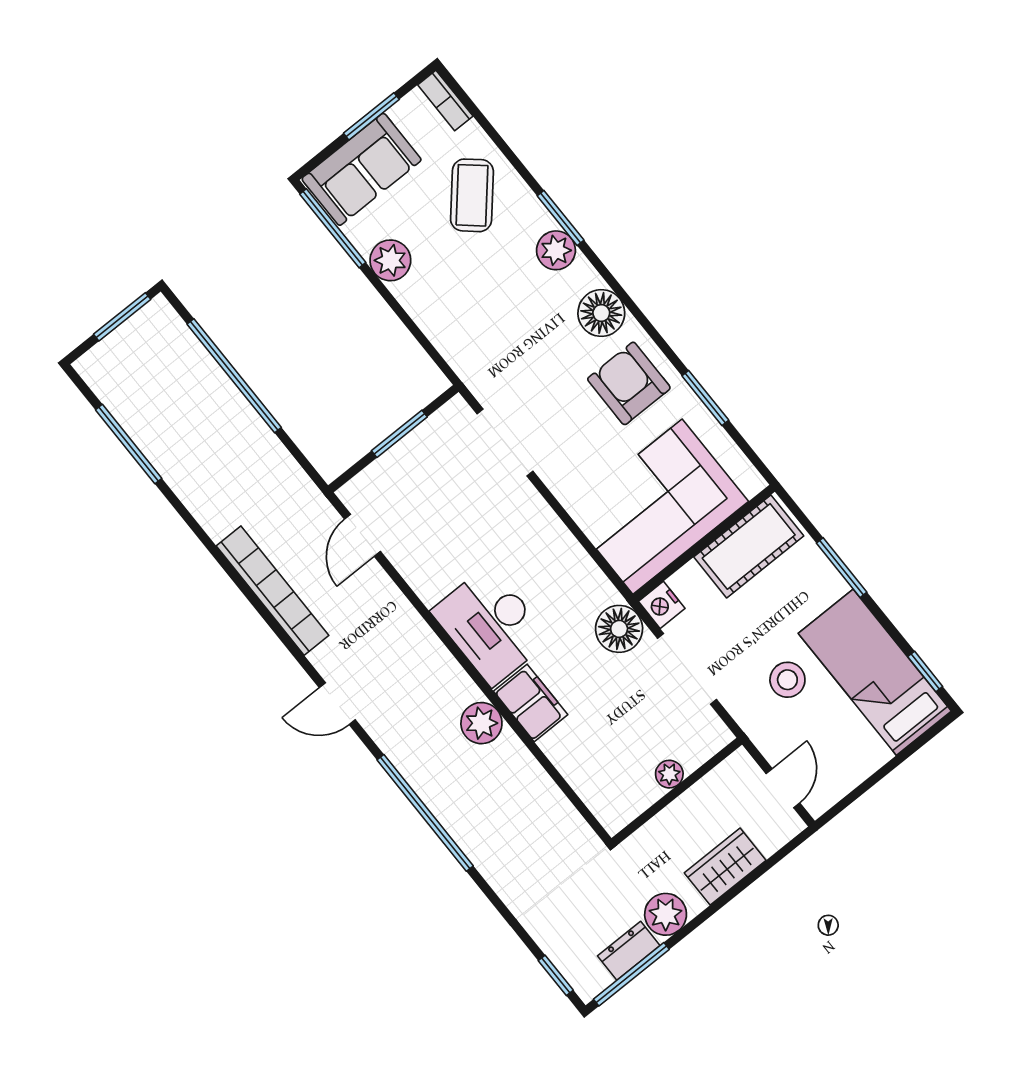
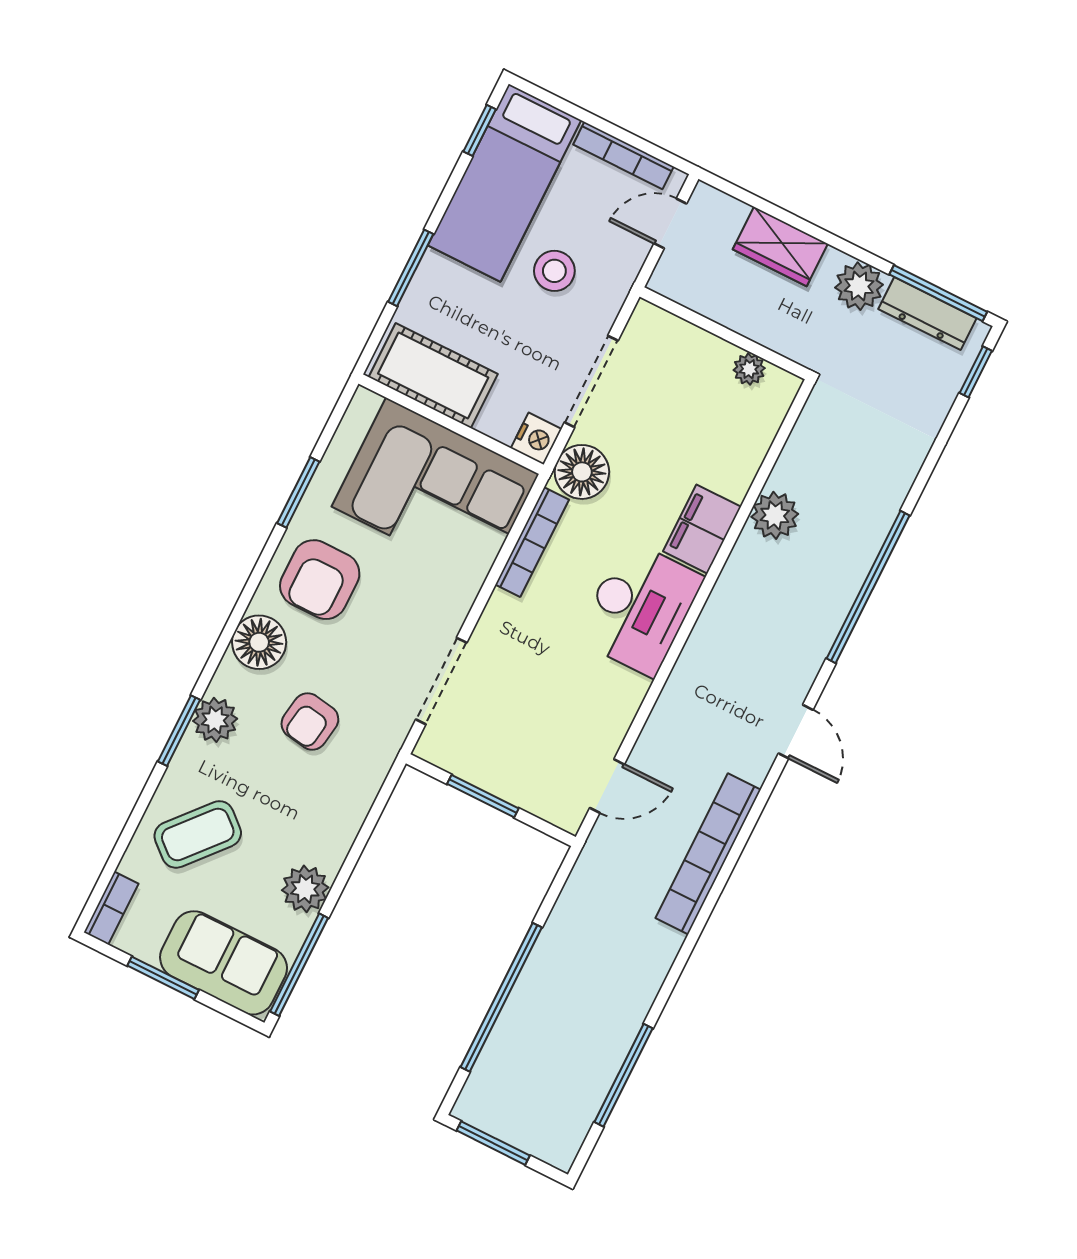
armchair: (521, 324) -> (310, 721), added
bookcase: (582, 564) -> (532, 542), added
plant: (481, 723) -> (775, 515), moved
plant: (669, 774) -> (749, 369), moved
bookcase: (853, 776) -> (623, 156), added
dresser: (629, 951) -> (927, 314), width x1.44

